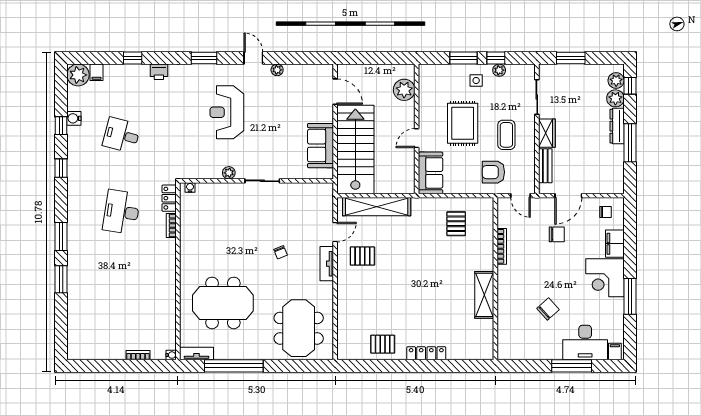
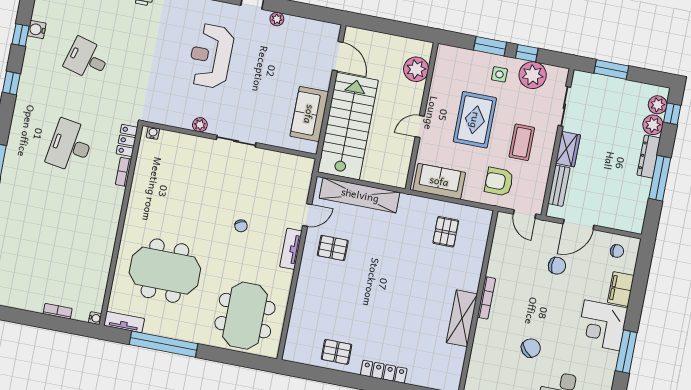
plant: (499, 70) -> (533, 75), width x1.87, depth x1.87
sofa: (431, 173) -> (439, 181), moved, turned -90
bookcase: (502, 246) -> (486, 298), moved

